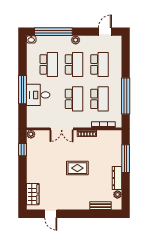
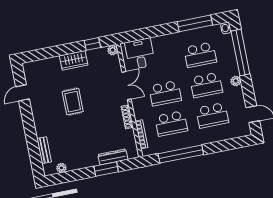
window: (23, 90) -> (195, 23), moved
desk: (38, 95) -> (140, 54), moved
double door: (62, 129) -> (126, 86), swing flipped
window: (126, 159) -> (106, 169), width x0.69
rug: (77, 168) -> (73, 102), moved
dresser: (117, 178) -> (113, 157), moved
wardrobe: (33, 194) -> (74, 60), moved

